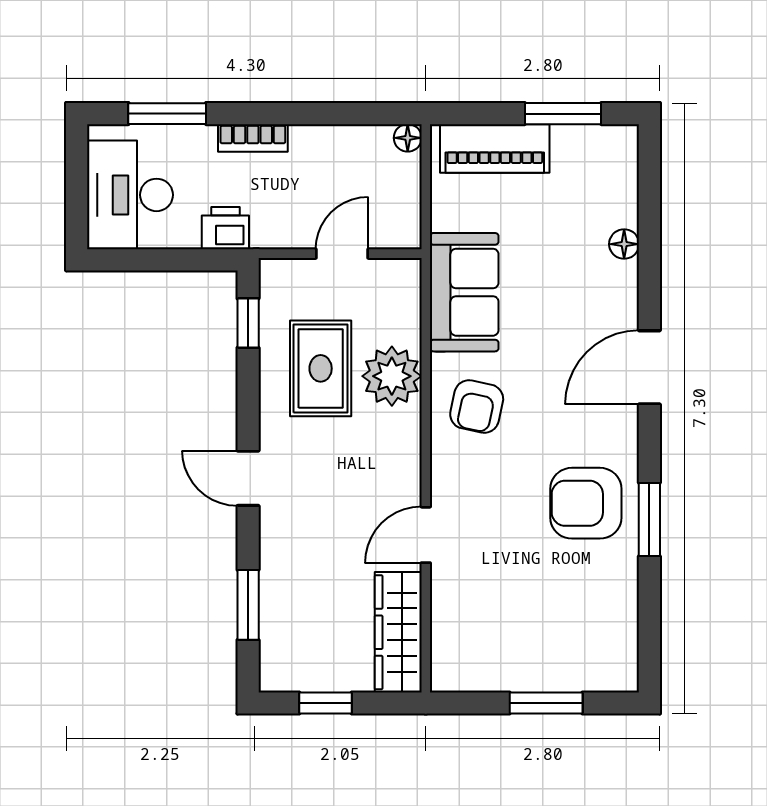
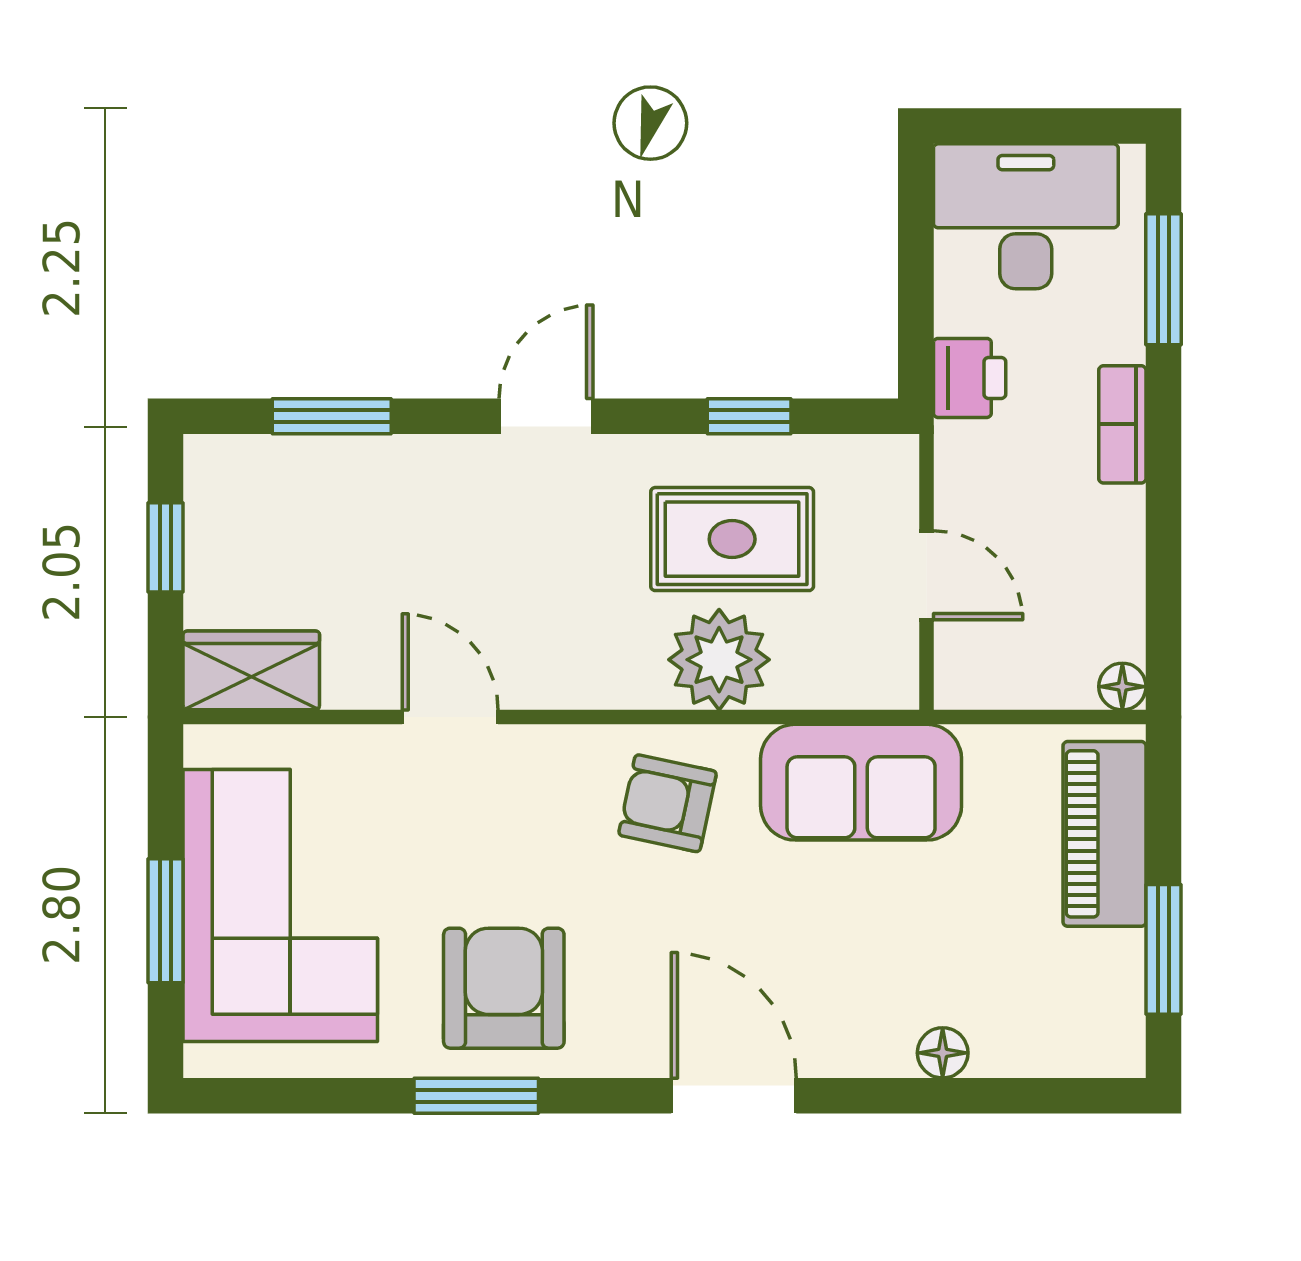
window: (248, 323) -> (749, 416), moved
wardrobe: (398, 632) -> (251, 670), width x0.67
corner sofa: (537, 635) -> (280, 906), added

